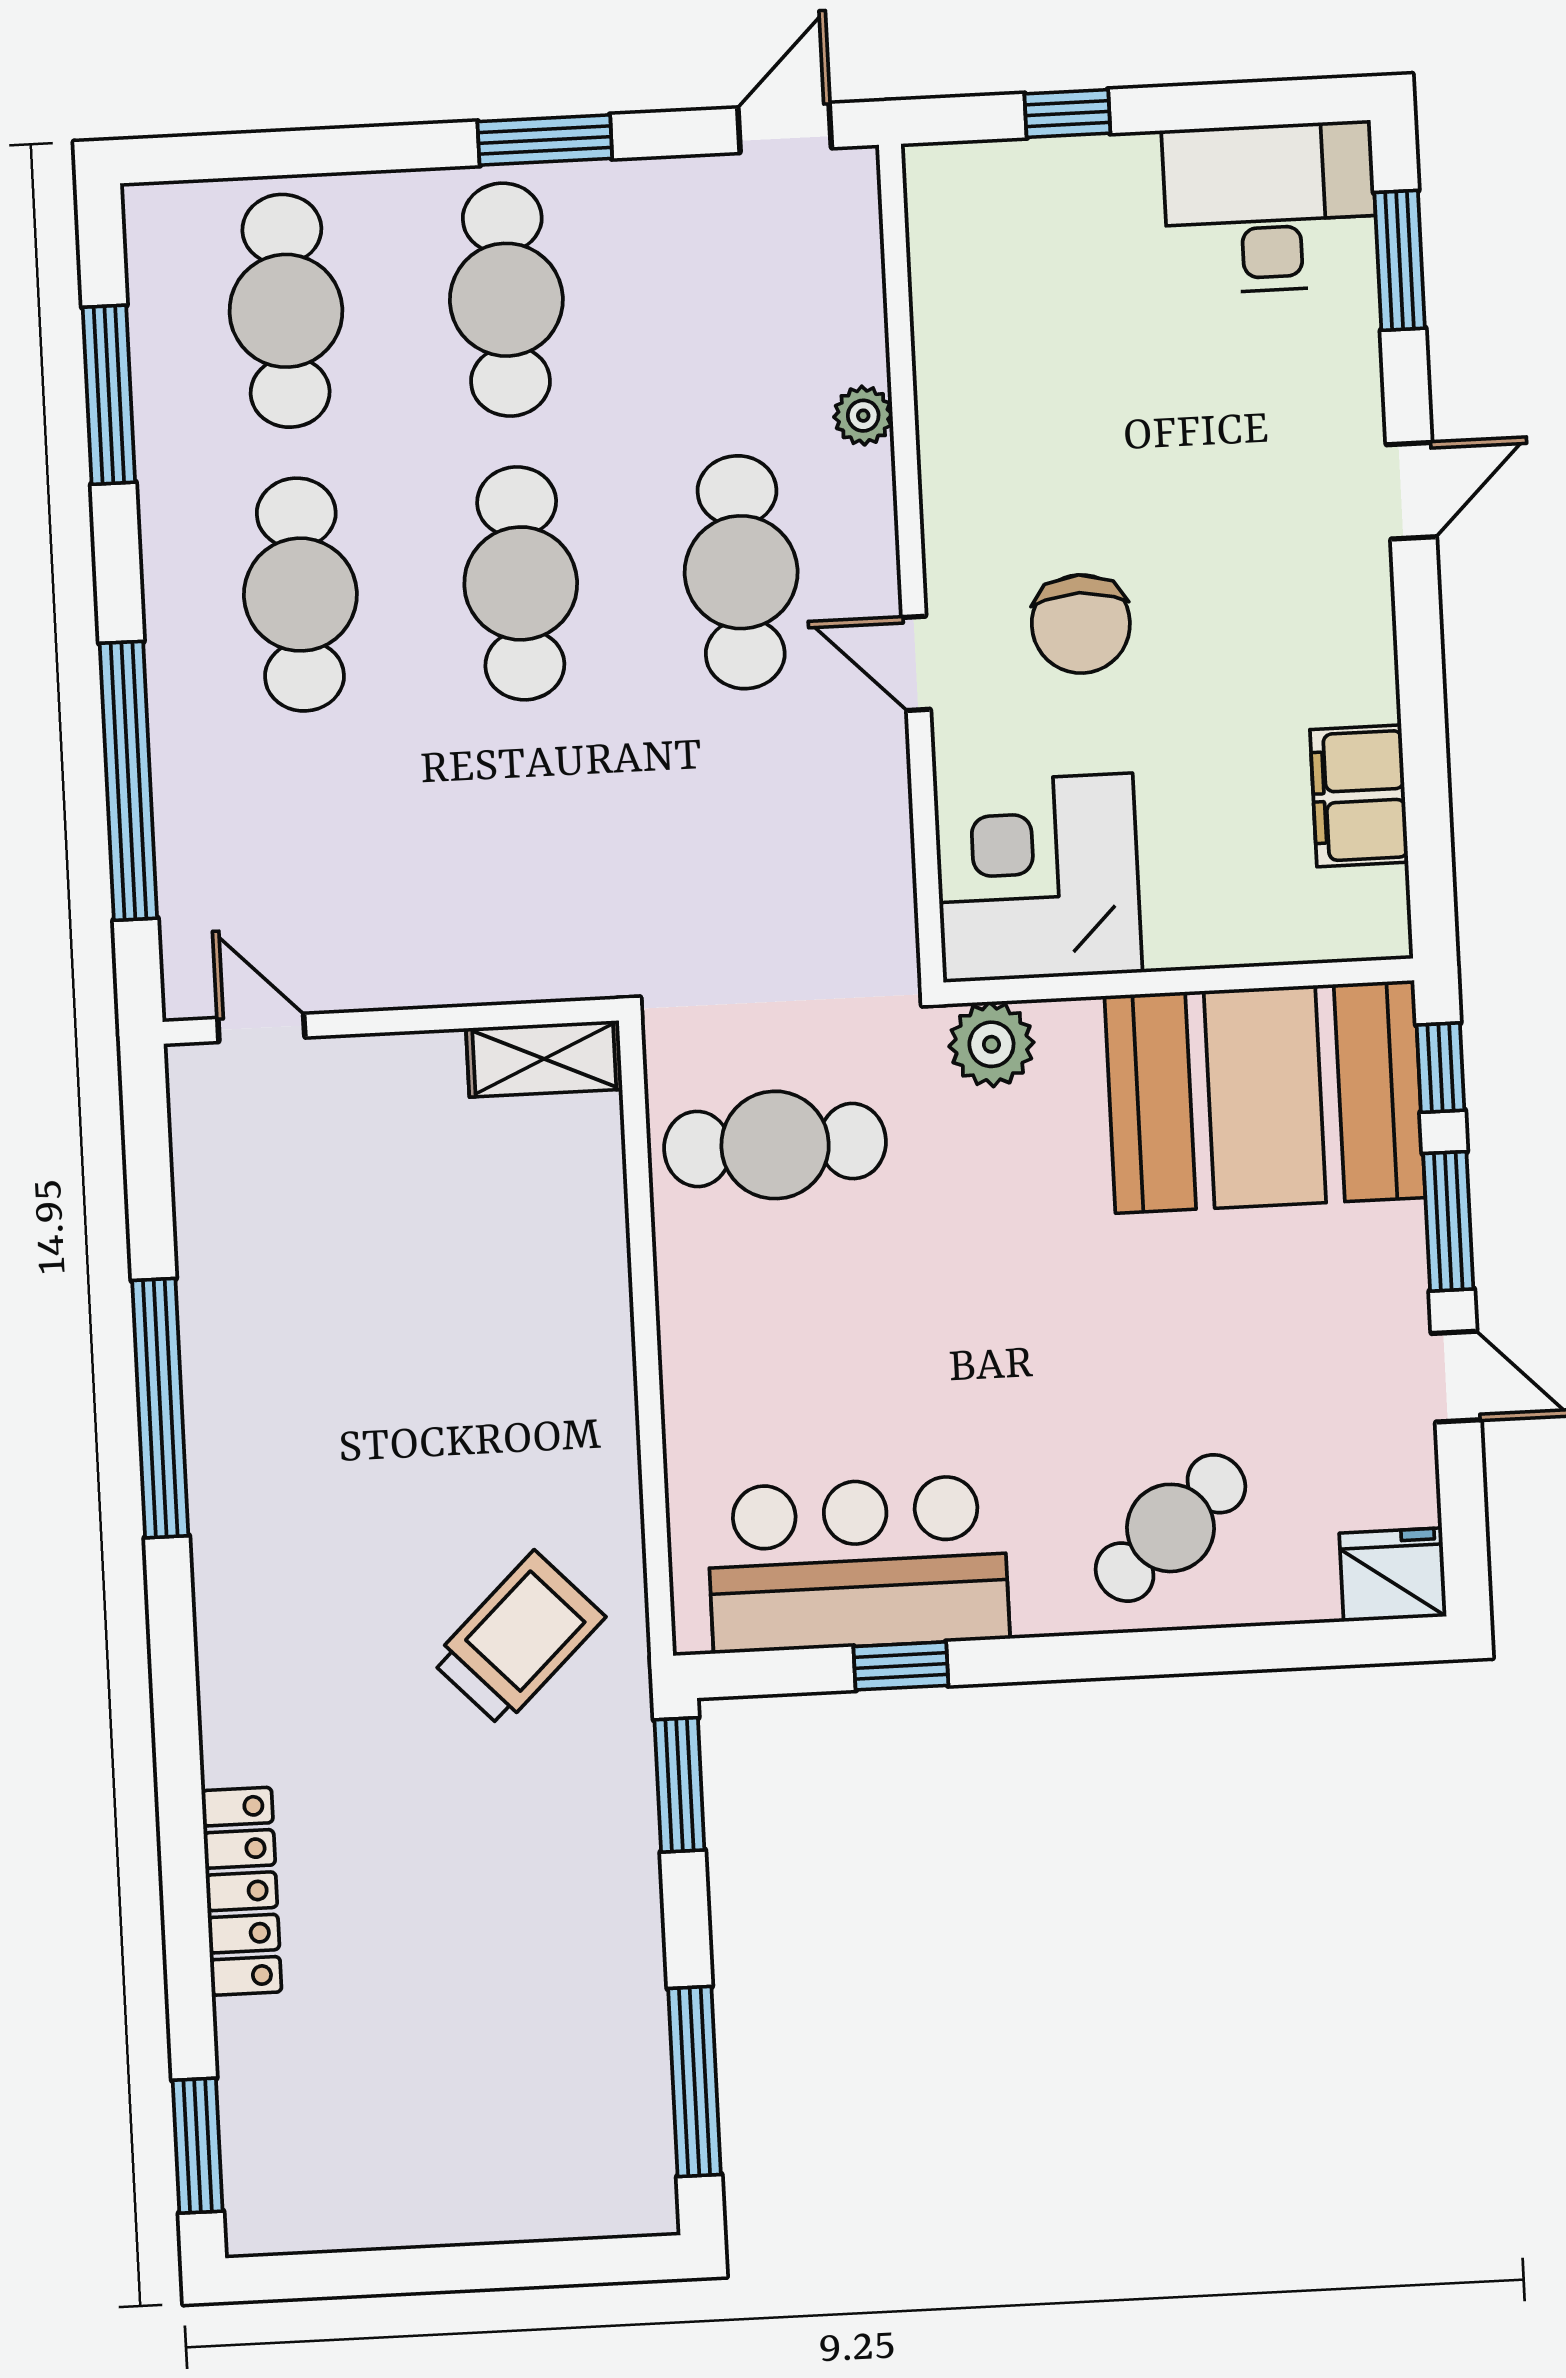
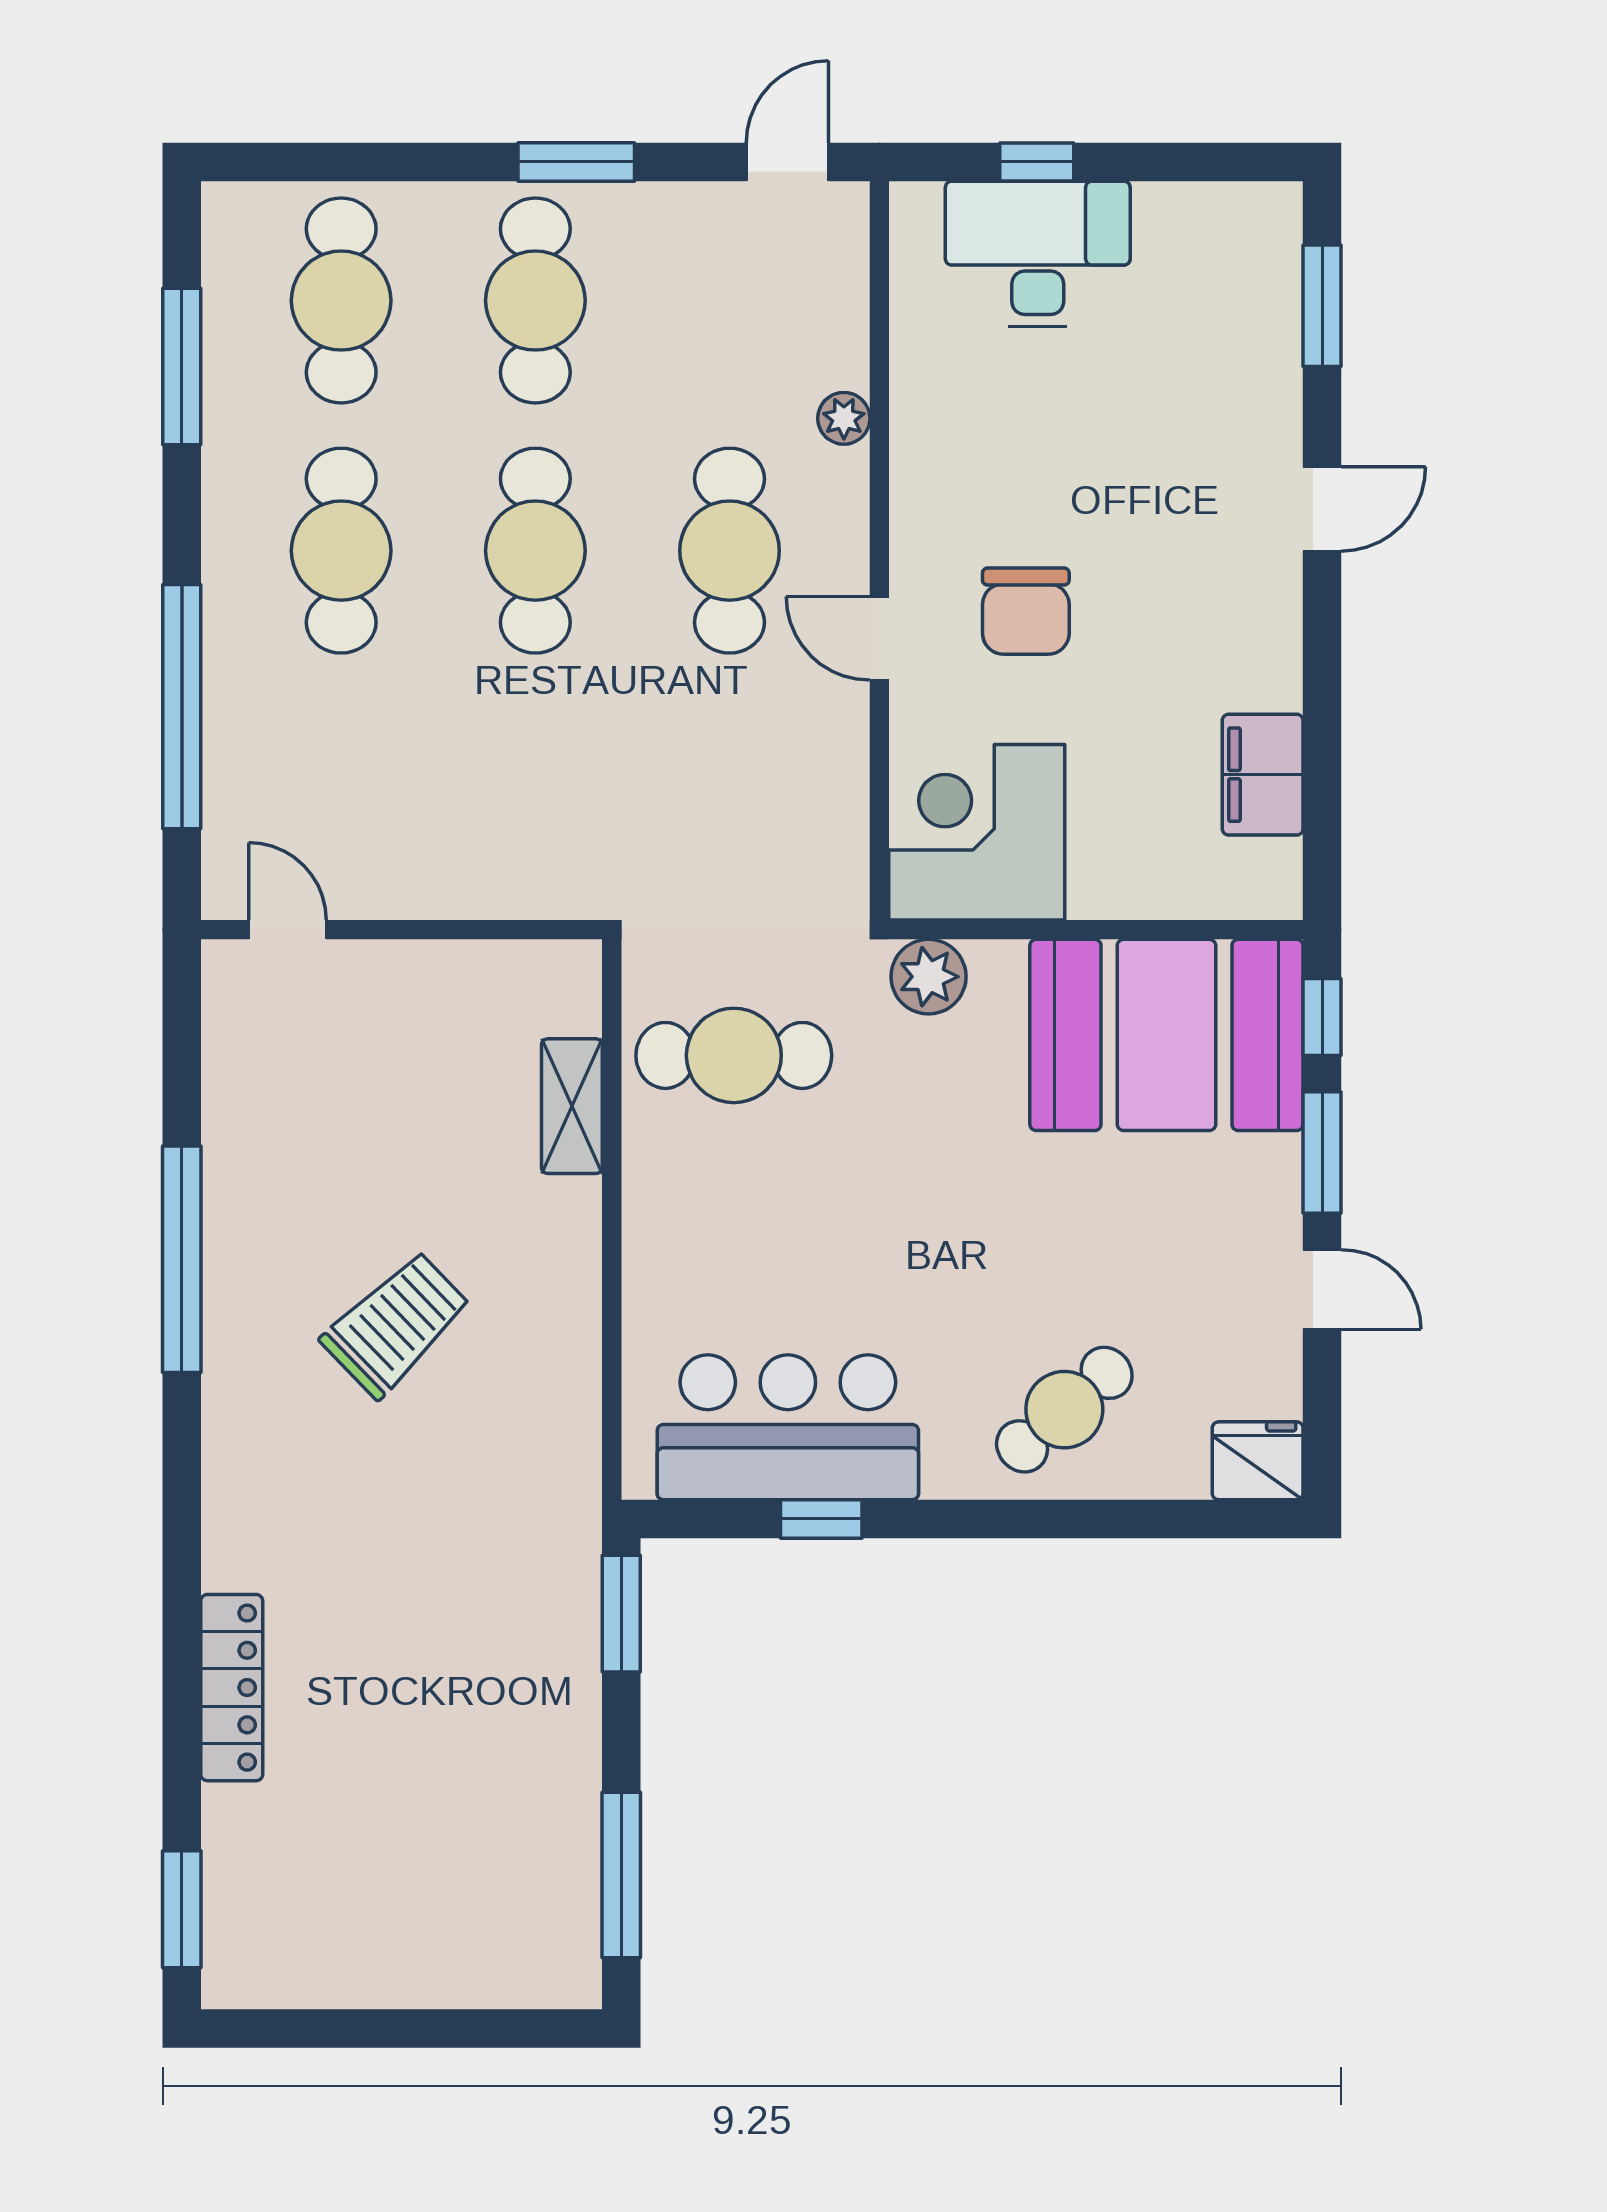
desk: (1270, 208) -> (1038, 254), moved
shelving: (544, 1059) -> (572, 1106), moved, turned 90
trolley: (518, 1639) -> (396, 1324), moved

